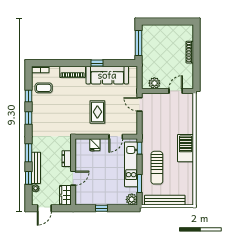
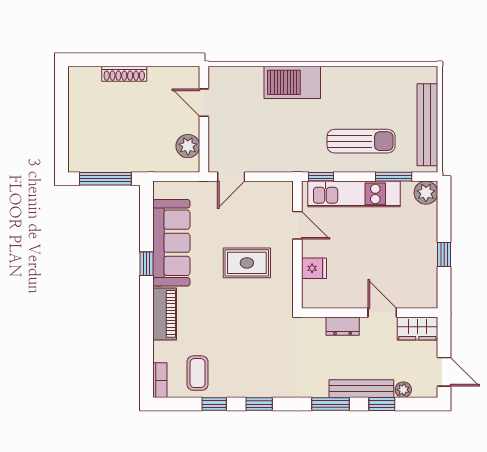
barbecue: (186, 148) -> (292, 82), moved

